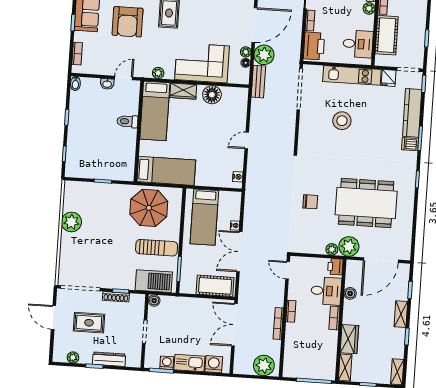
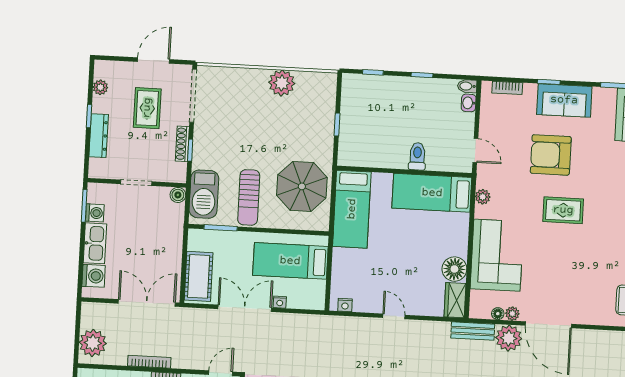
washbasin: (107, 84) -> (469, 103), moved
wardrobe: (183, 91) -> (455, 300), moved

